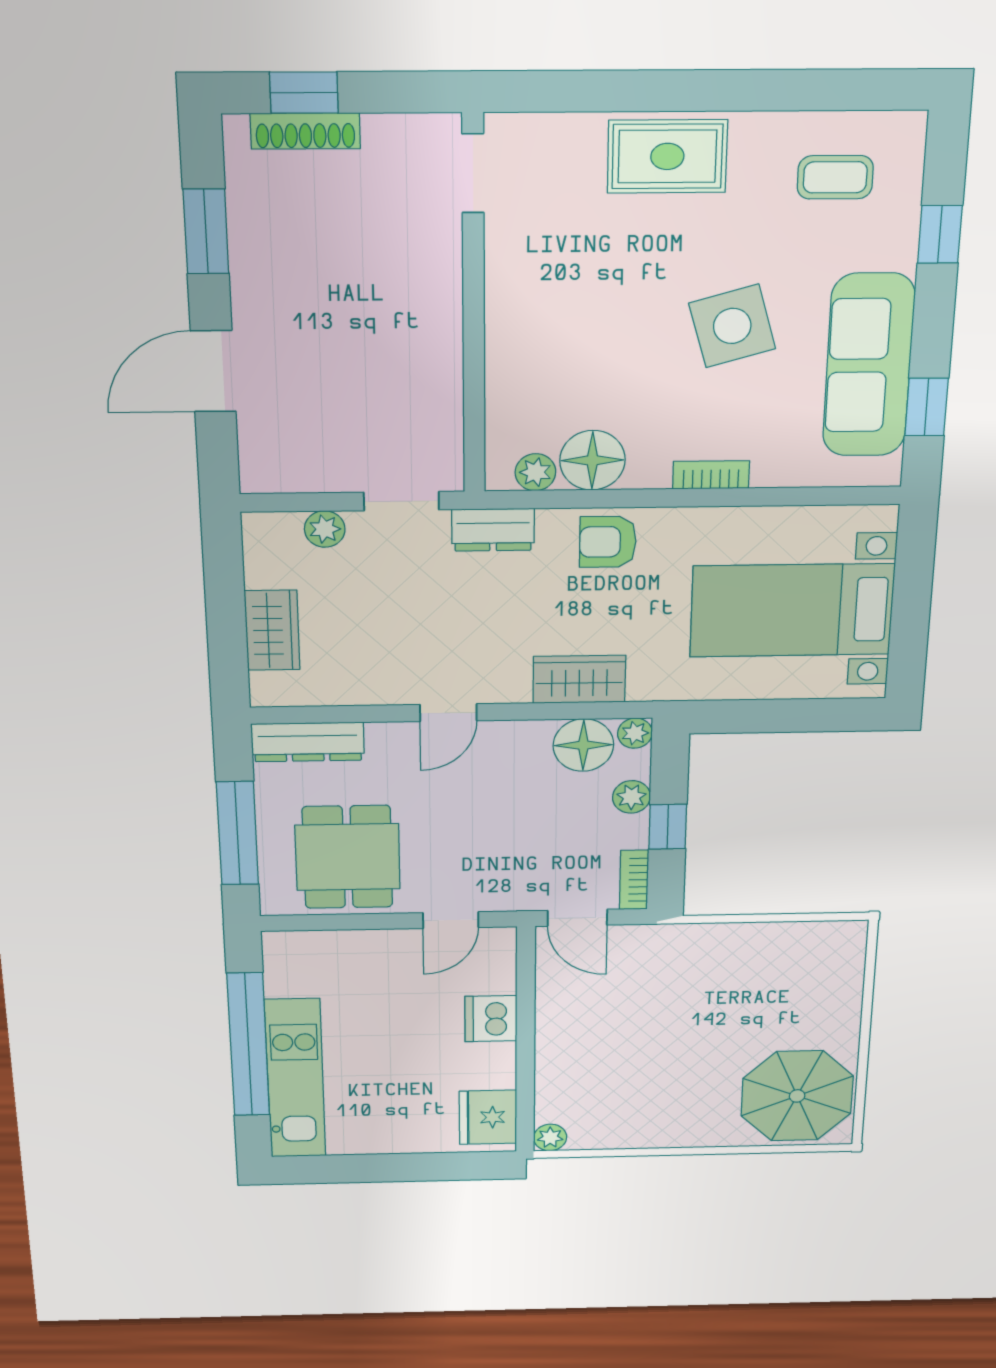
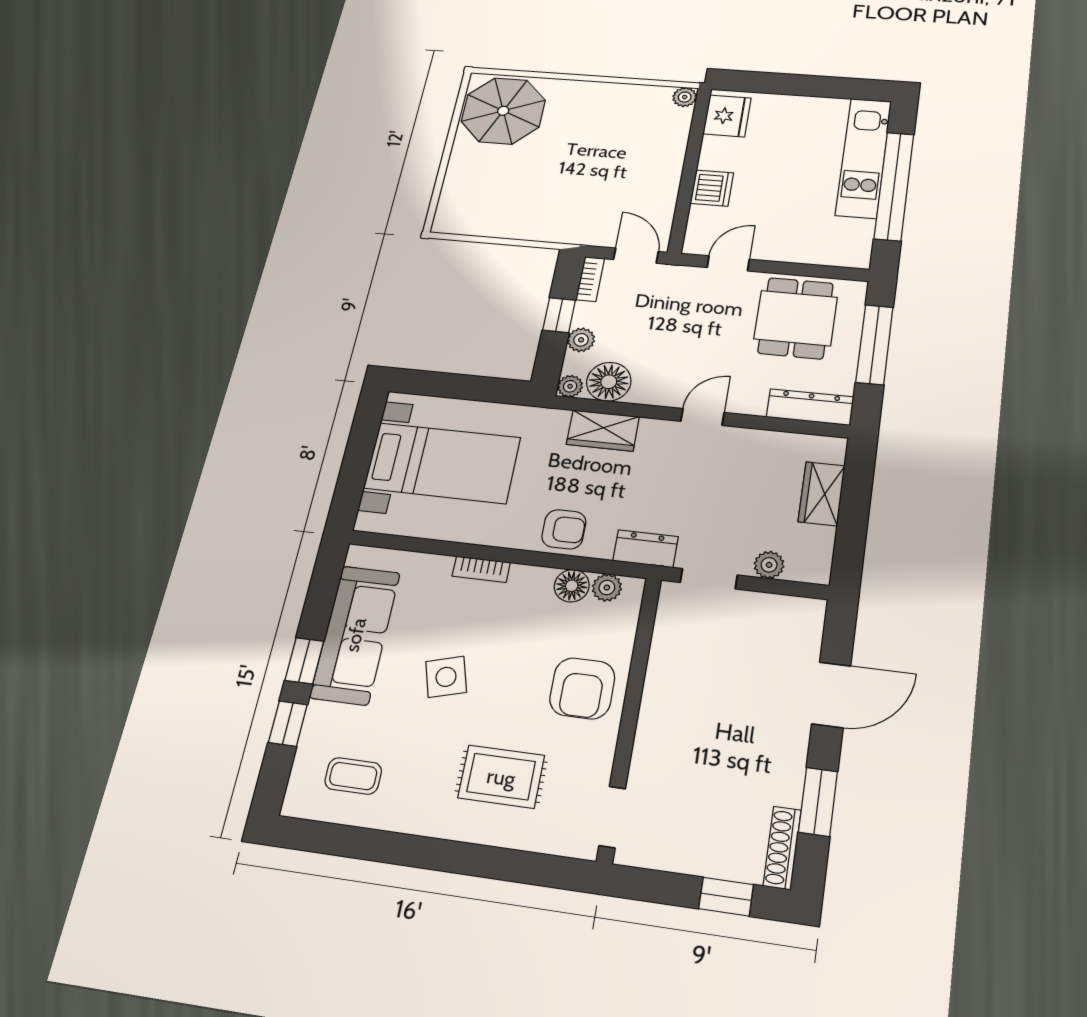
shoe rack: (305, 131) -> (782, 848), moved, turned -90
rug: (667, 156) -> (501, 777), moved
side table: (732, 326) -> (446, 677), width x0.73, depth x0.73
armchair: (544, 335) -> (582, 688), added
window: (926, 407) -> (304, 661), moved
floor lamp: (592, 460) -> (572, 586), width x0.73, depth x0.73

